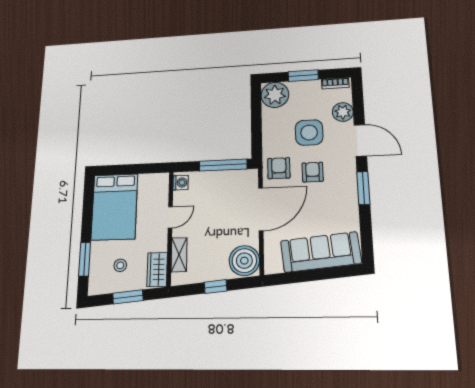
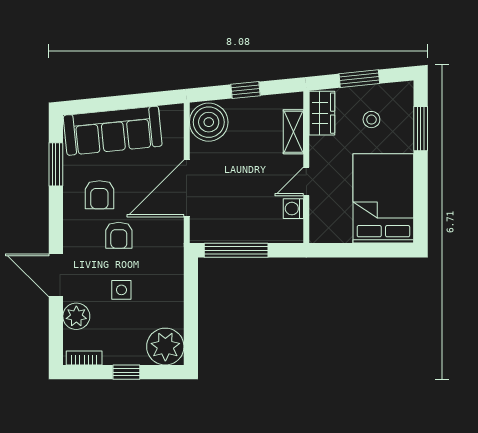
window: (303, 76) -> (126, 372), width x0.67
side table: (309, 133) -> (121, 290), width x0.54, depth x0.54
armchair: (279, 168) -> (99, 195), moved
washing machine: (181, 183) -> (293, 209), moved
window: (363, 188) -> (56, 164), moved

